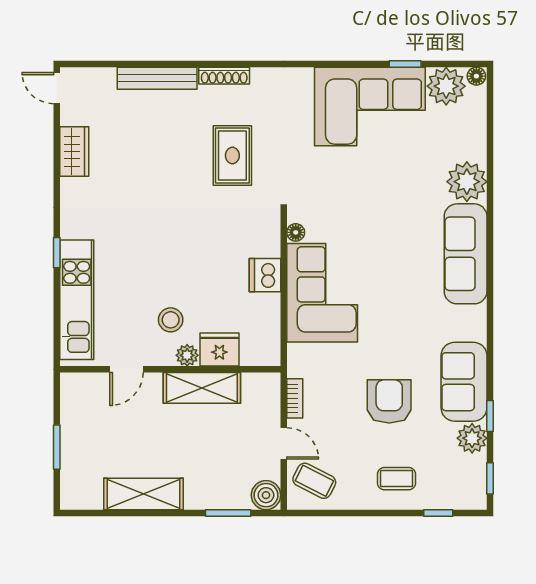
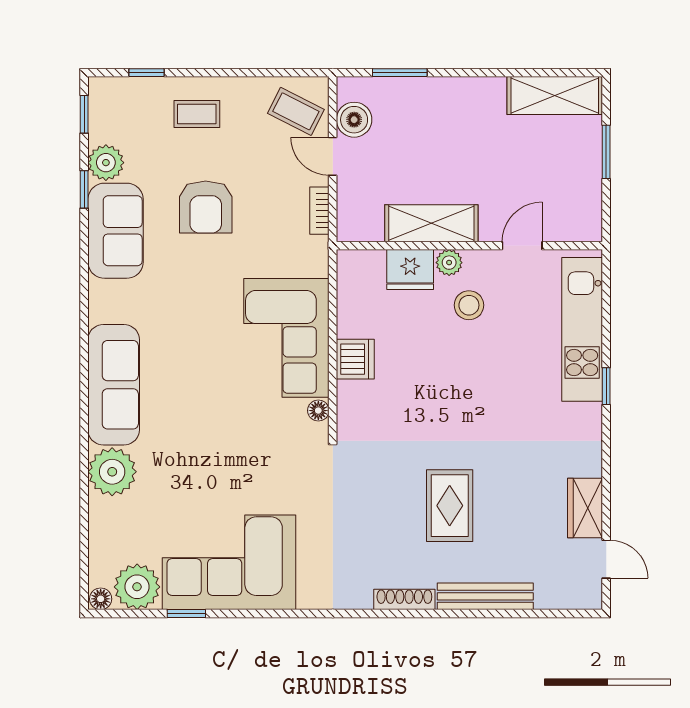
door: (57, 88) -> (606, 559), moved
rug: (232, 155) -> (450, 506), moved
shelving: (143, 494) -> (555, 95), moved
boiler: (266, 495) -> (354, 120), moved

